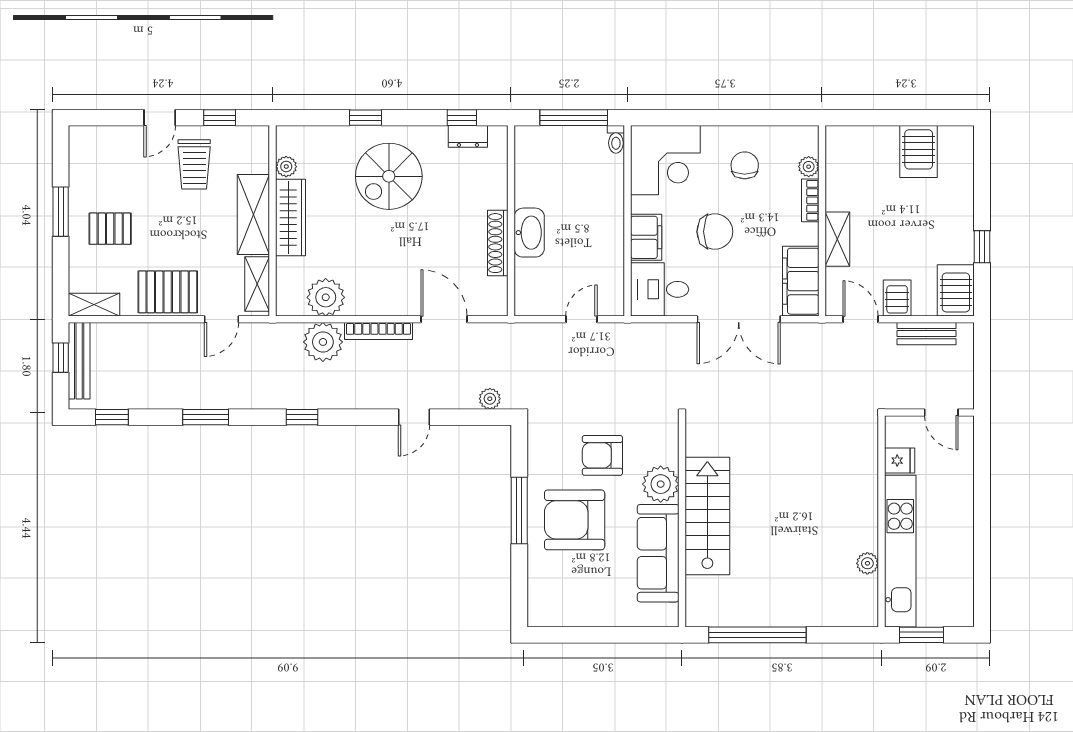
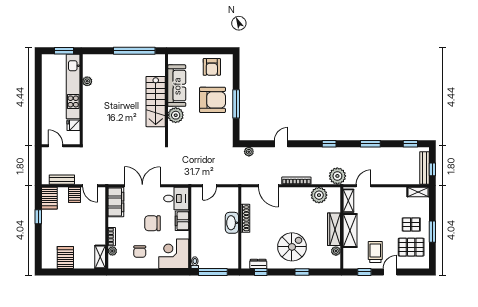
shelving: (837, 239) -> (100, 257), moved
pallet: (168, 292) -> (411, 247), moved
plant: (323, 342) -> (337, 176), moved
armchair: (602, 455) -> (212, 67), moved, turned 90

